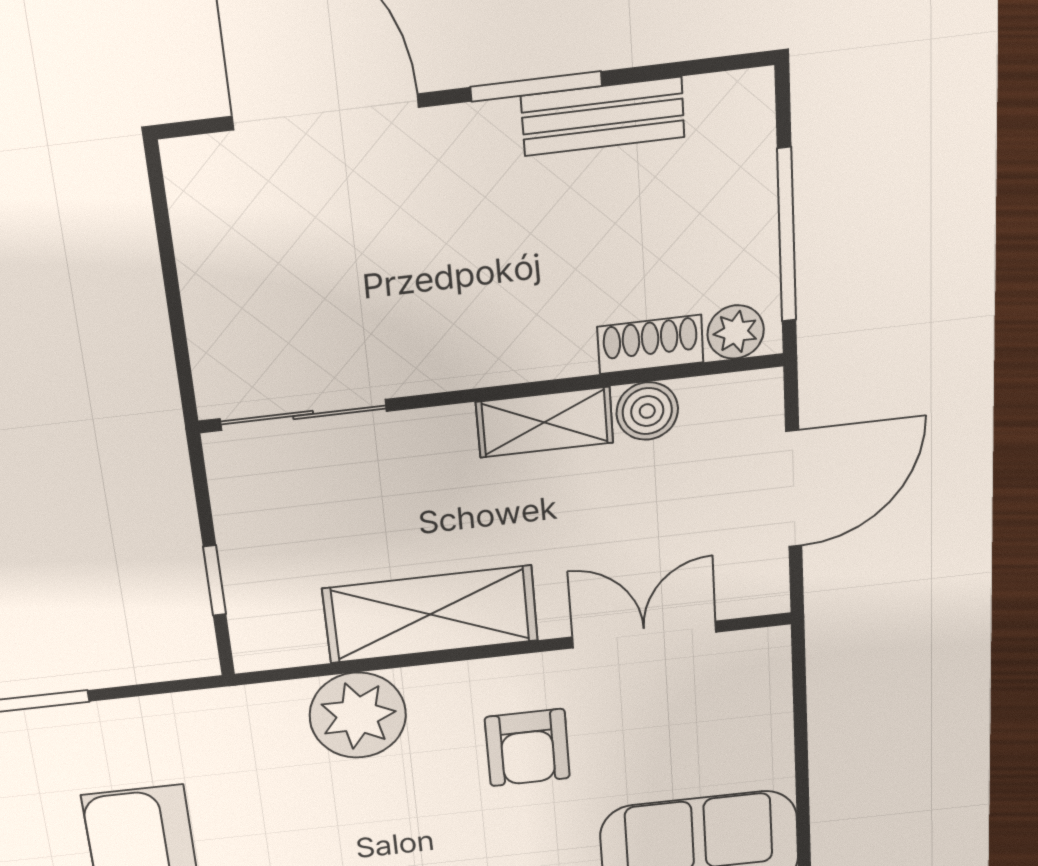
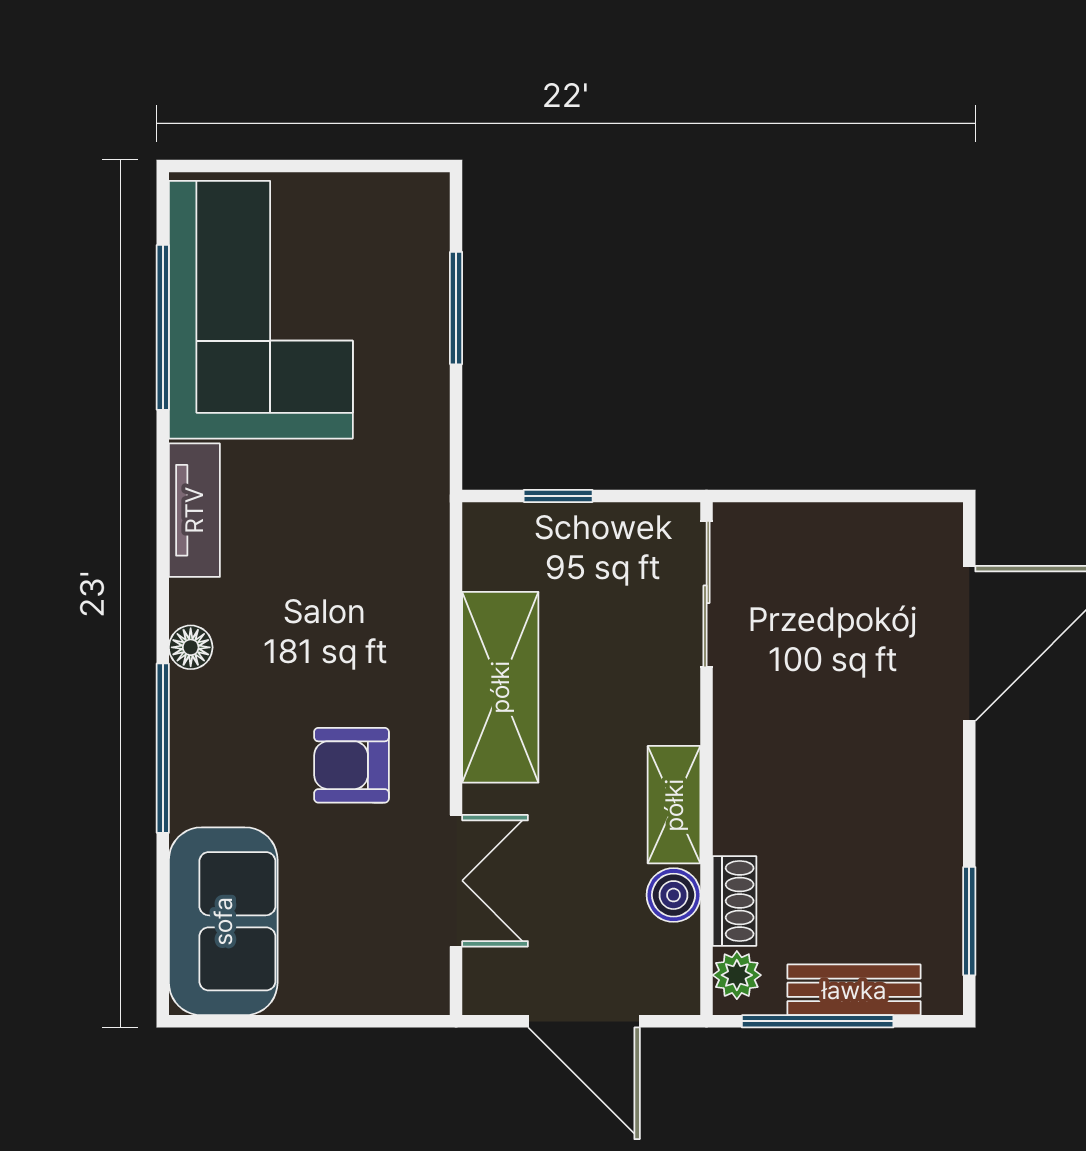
window: (536, 86) -> (969, 921), moved
bench: (603, 117) -> (854, 990), moved, turned 90
plant: (358, 715) -> (405, 610), removed

